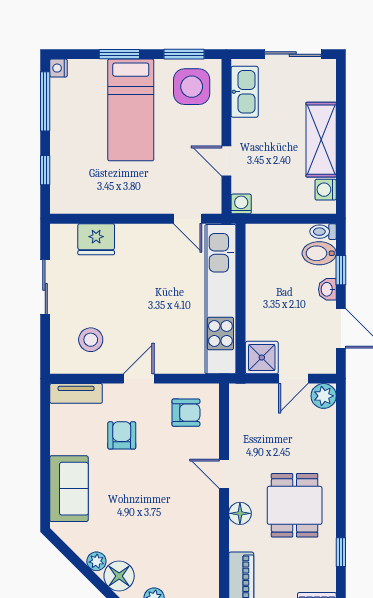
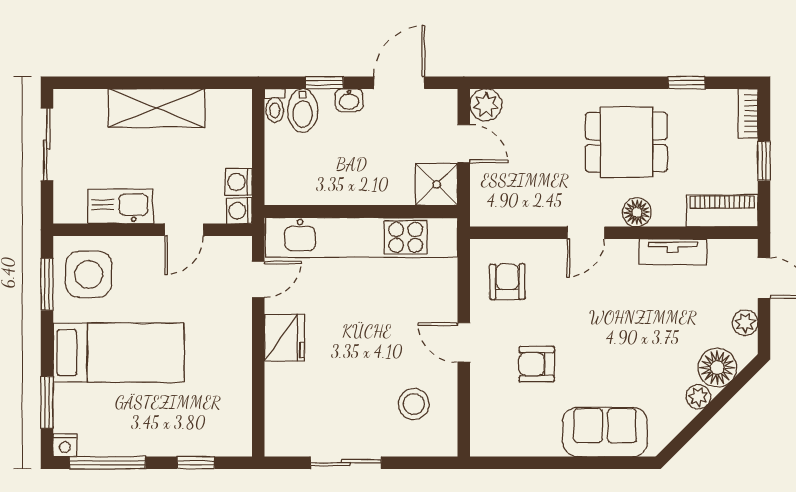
window: (119, 54) -> (47, 402), moved
kitchen sink: (245, 92) -> (120, 206), moved
washing machine: (326, 190) -> (239, 182), moved, turned 90
fridge: (96, 239) -> (285, 338), moved
tv unit: (76, 393) -> (673, 252), moved, turned 90

